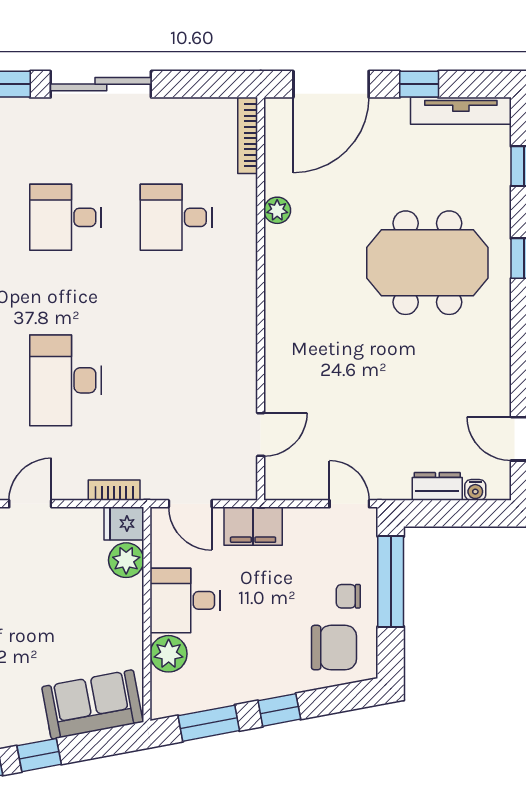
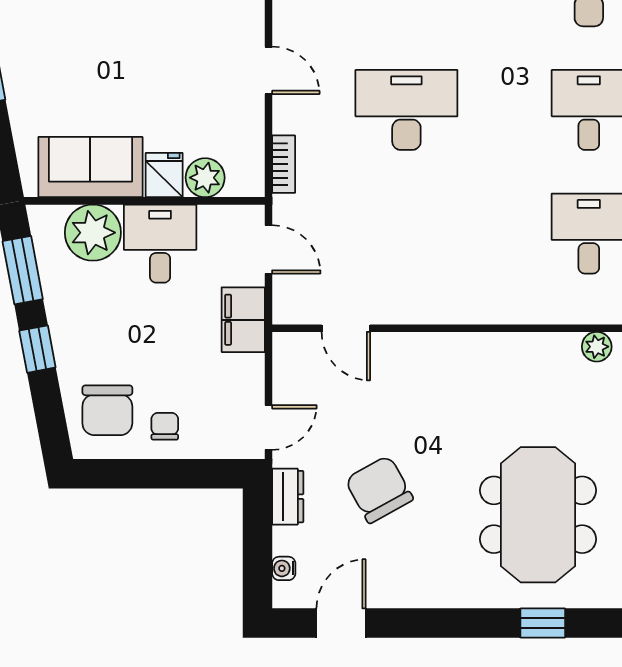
chair: (405, 405) -> (379, 489), added
dresser: (437, 486) -> (288, 497), moved
door: (190, 504) -> (268, 249), swing flipped
fridge: (124, 524) -> (164, 175), moved
window: (391, 582) -> (181, 474), removed
plant: (169, 654) -> (93, 233), width x1.36, depth x1.36
sofa: (92, 704) -> (90, 167), moved, turned -79

